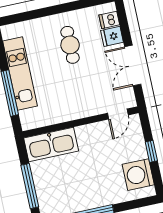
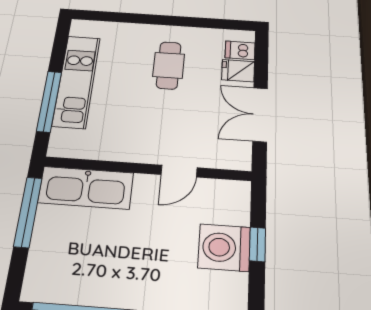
door: (118, 114) -> (179, 171), moved
washing machine: (138, 175) -> (224, 247), moved
window: (30, 186) -> (28, 212), moved

